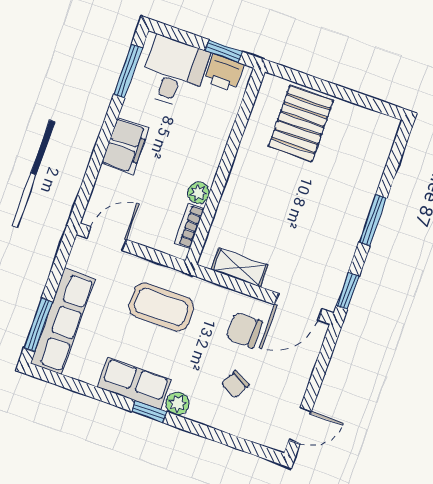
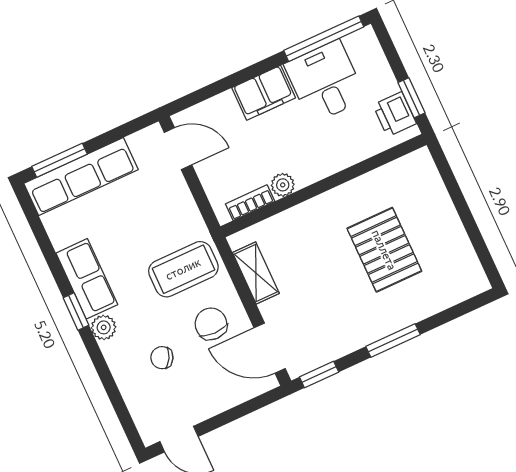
window: (128, 71) -> (324, 39), width x1.44
desk: (174, 72) -> (325, 82), moved, turned -90
pallet: (301, 124) -> (384, 250), moved, turned 90
coffee table: (161, 307) -> (183, 269), moved, turned 90

